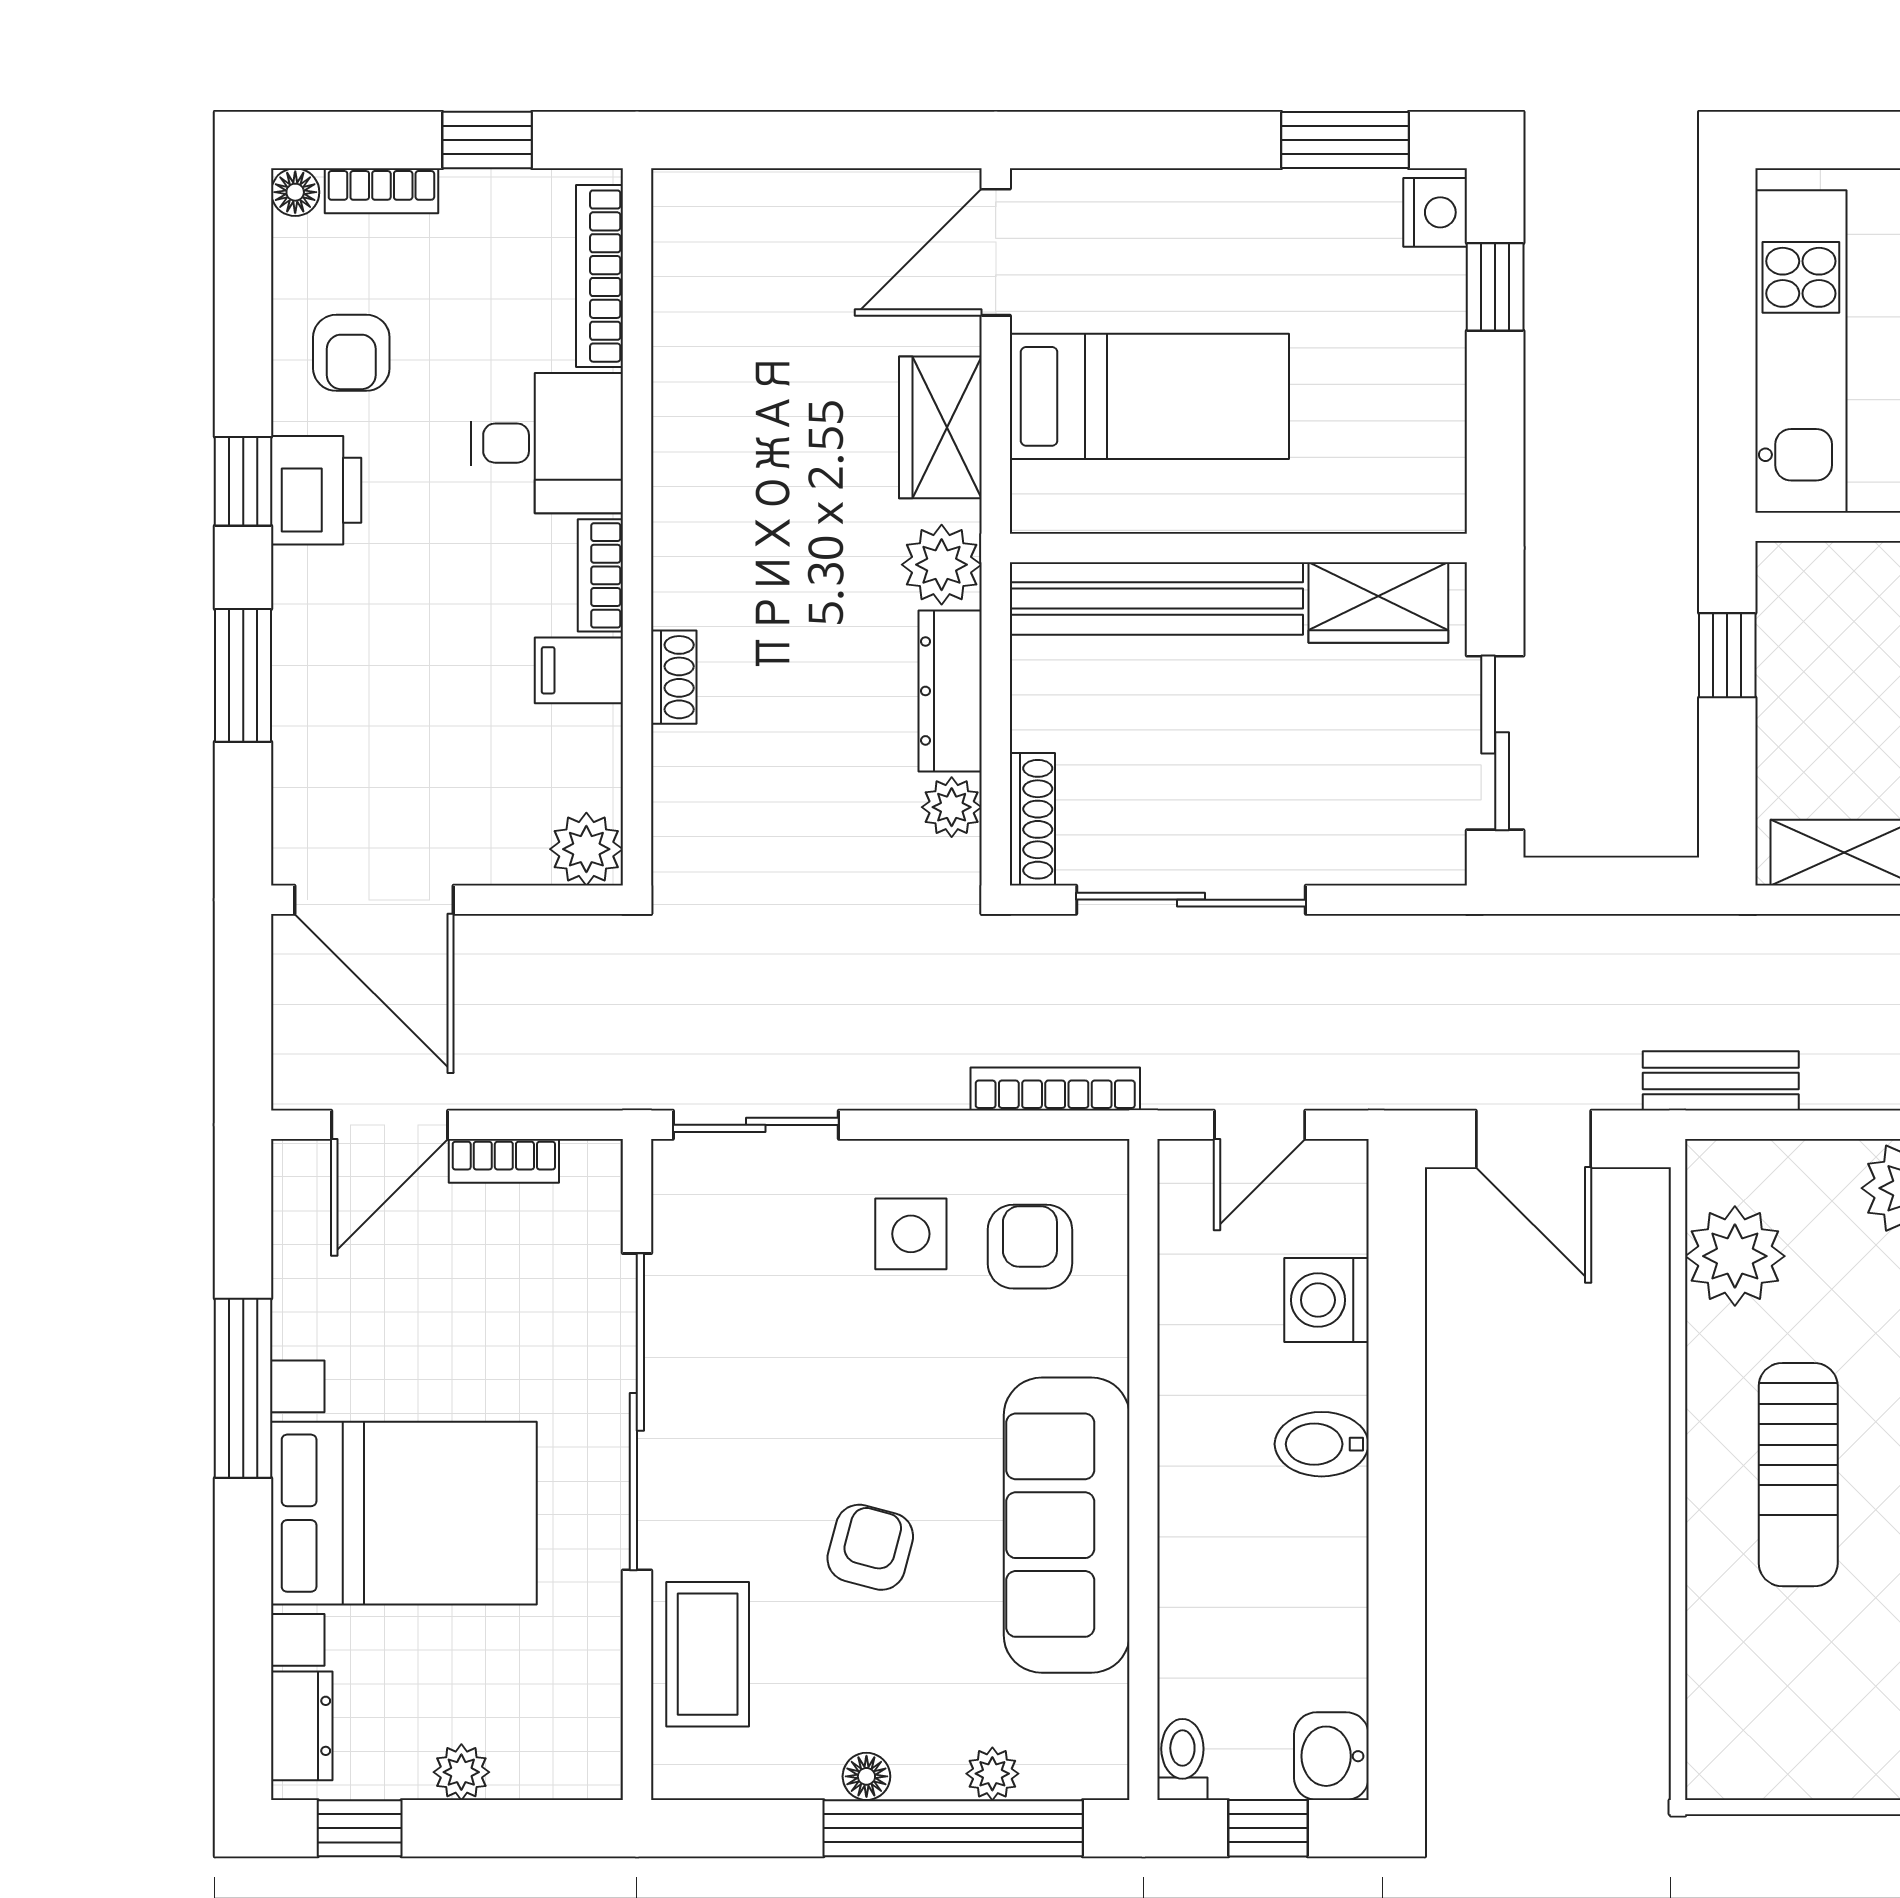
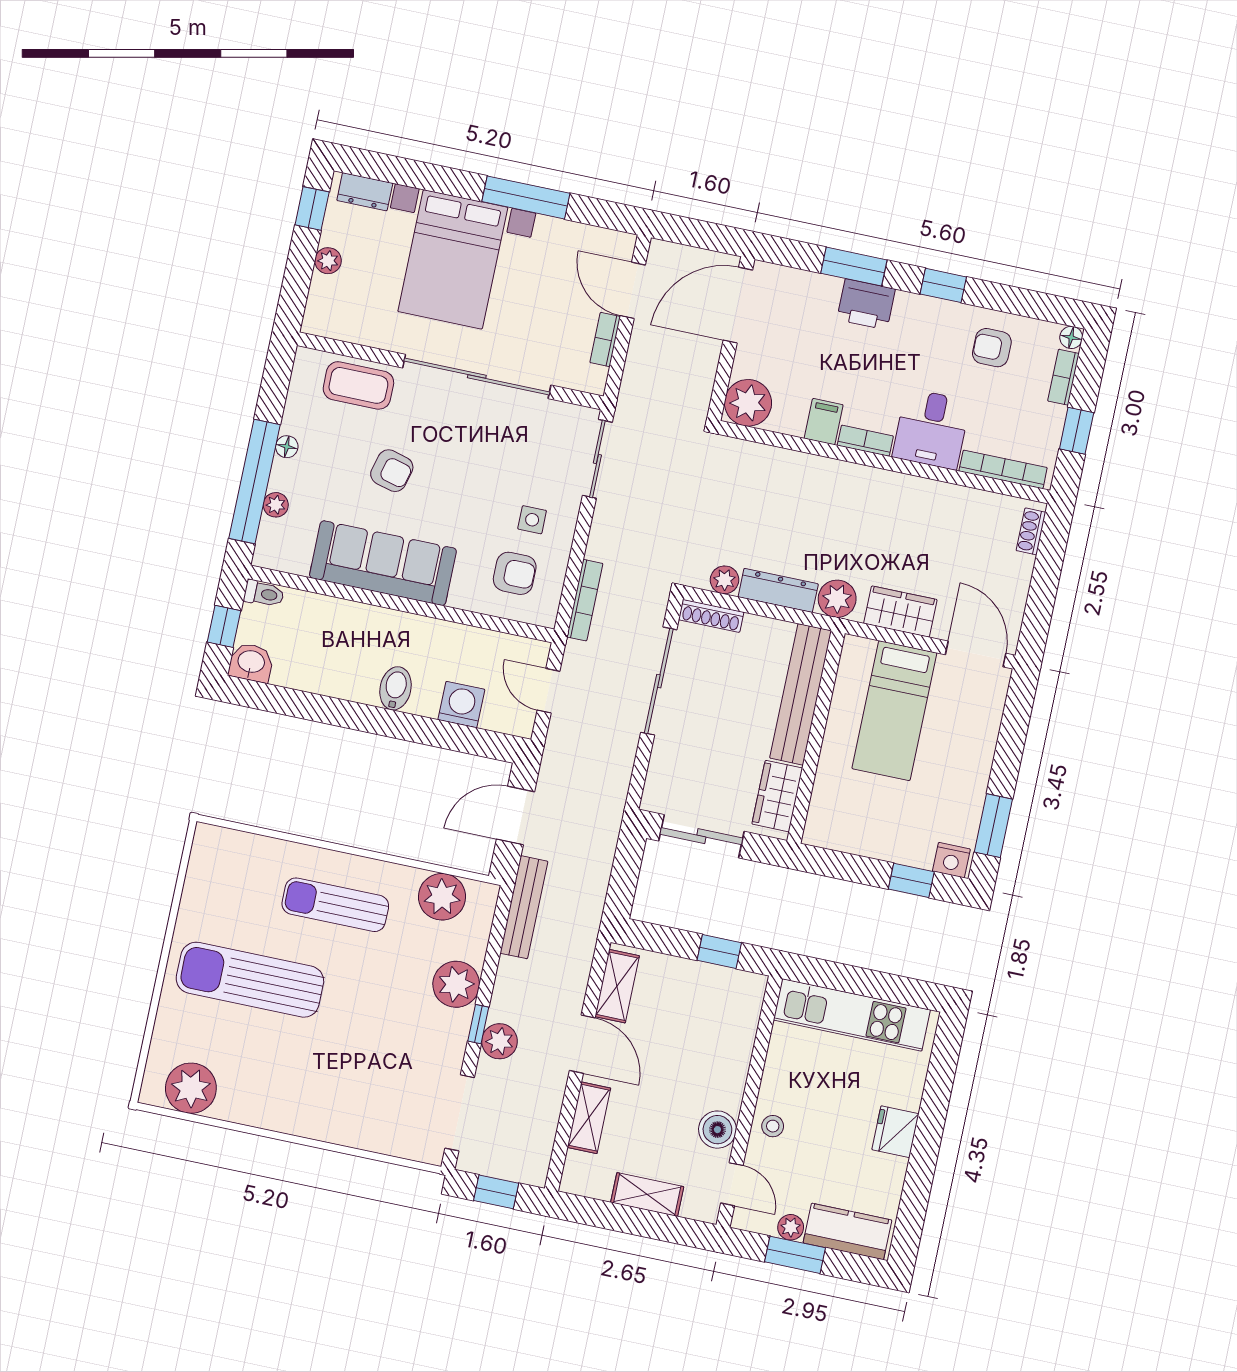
printer: (316, 490) -> (866, 304), moved
shoe rack: (674, 677) -> (1031, 531), moved, turned 90
plant: (586, 849) -> (748, 403), width x1.36, depth x1.36
bench: (1721, 1081) -> (524, 907), width x1.36
side table: (911, 1234) -> (532, 520), width x0.73, depth x0.73

